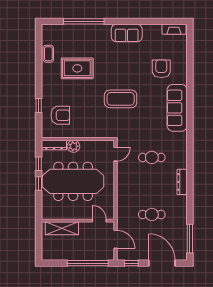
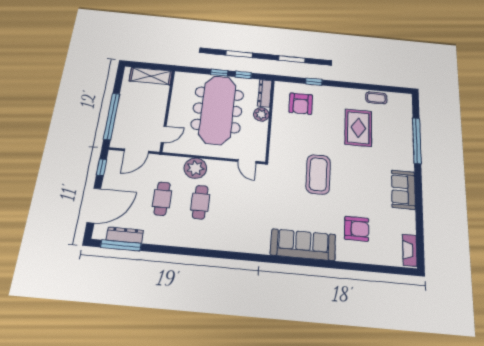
cafe table: (152, 157) -> (200, 202), moved
dresser: (182, 182) -> (125, 235), moved
plant: (125, 193) -> (195, 168), added
shelving: (62, 228) -> (151, 76), moved, turned 90

